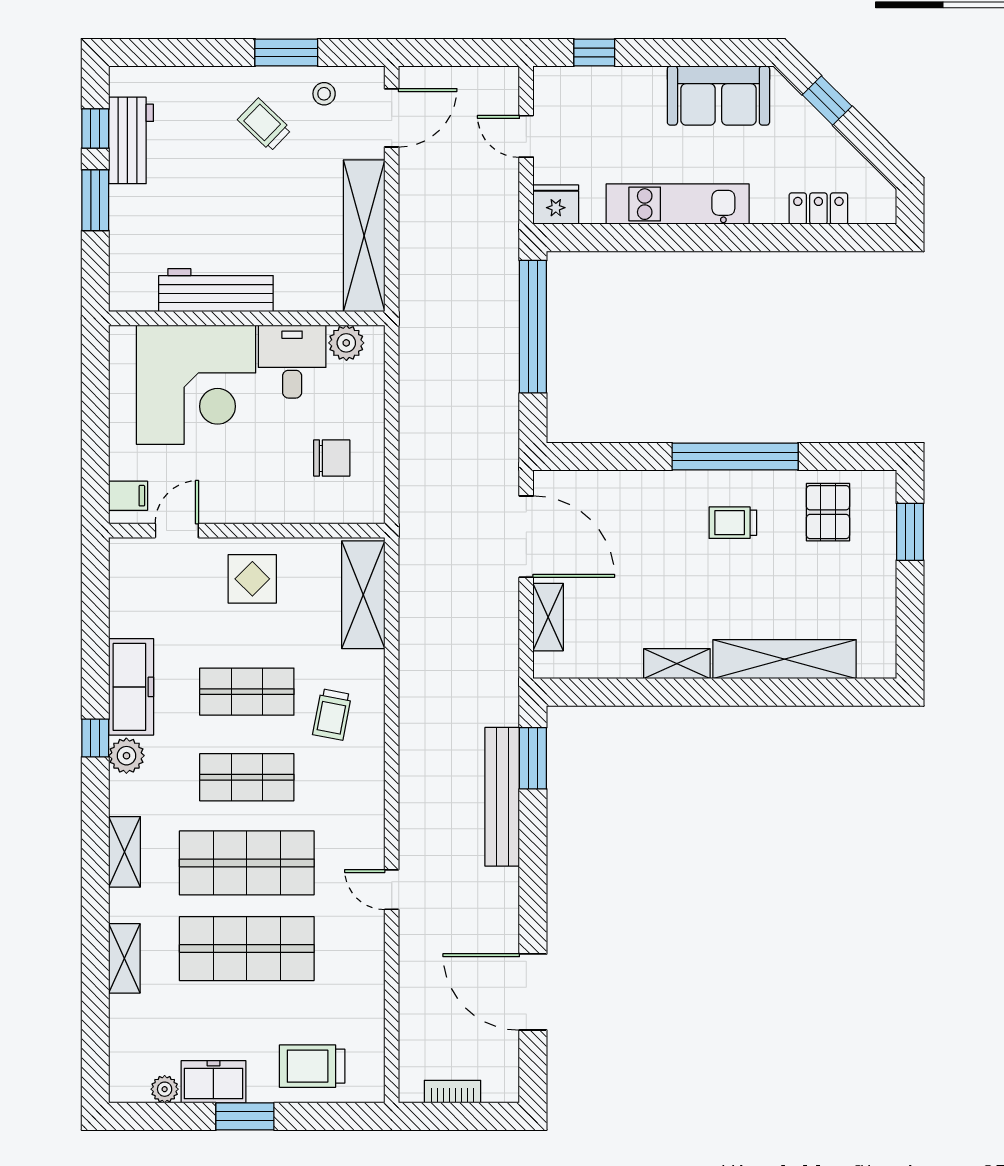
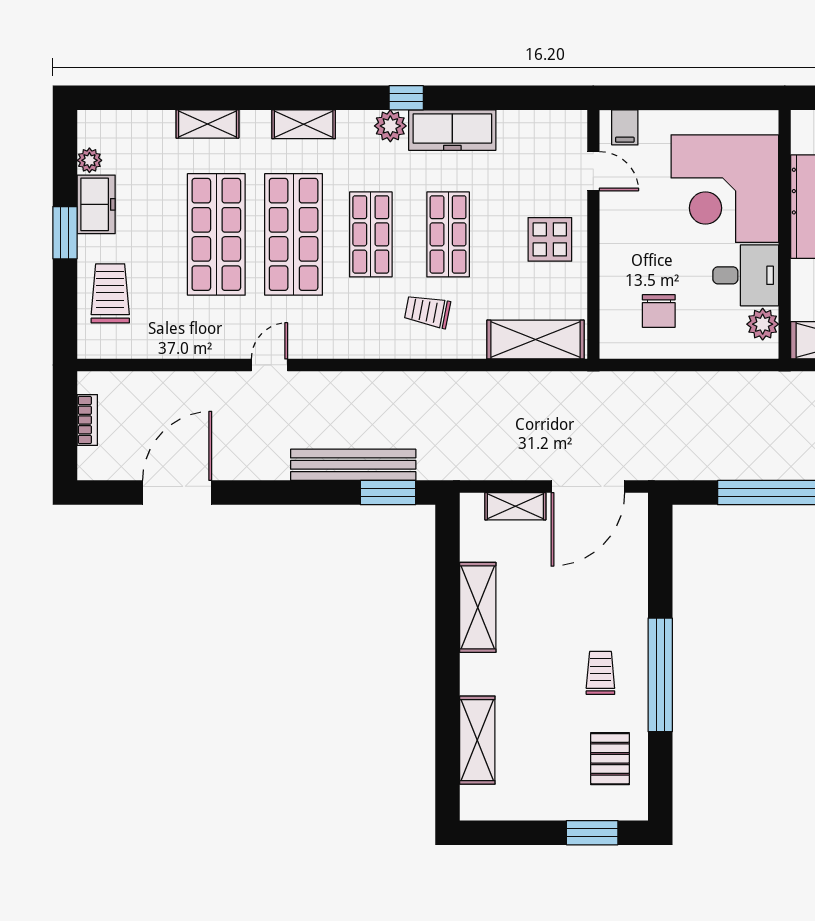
pallet: (828, 512) -> (610, 759), turned 90
shelving: (785, 659) -> (477, 740), width x0.68
shelving: (677, 664) -> (478, 607), width x1.50, depth x1.33

